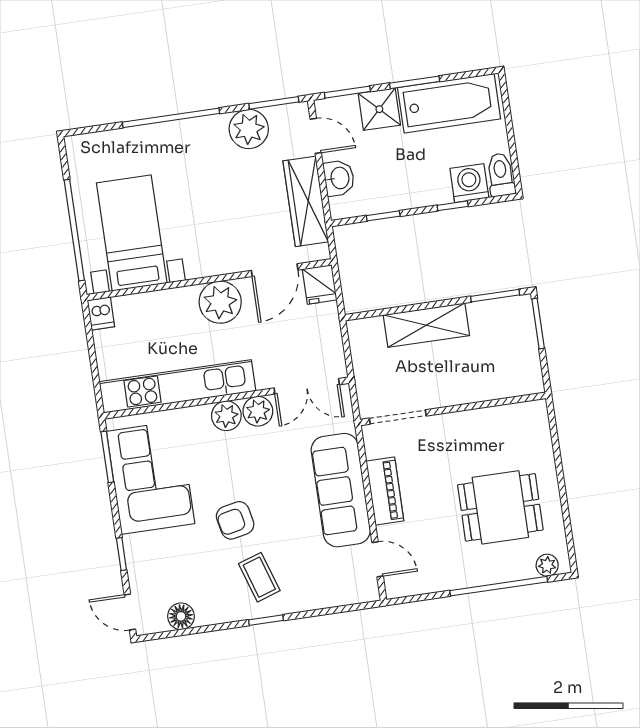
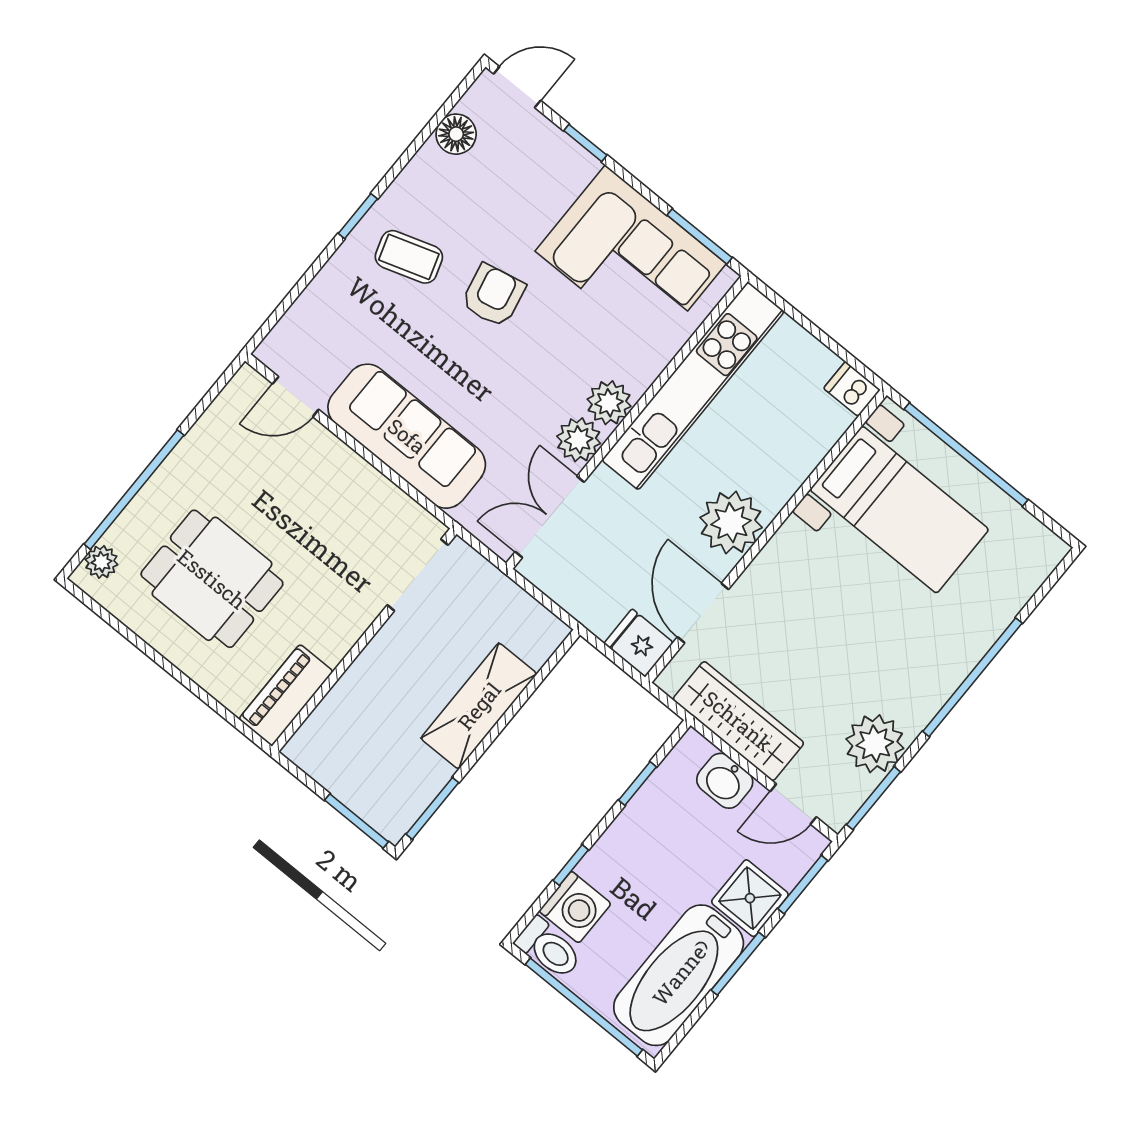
window: (510, 130) -> (584, 1007), added
piano: (385, 491) -> (286, 695), moved, turned 90
dining table: (500, 507) -> (212, 579), turned 90

